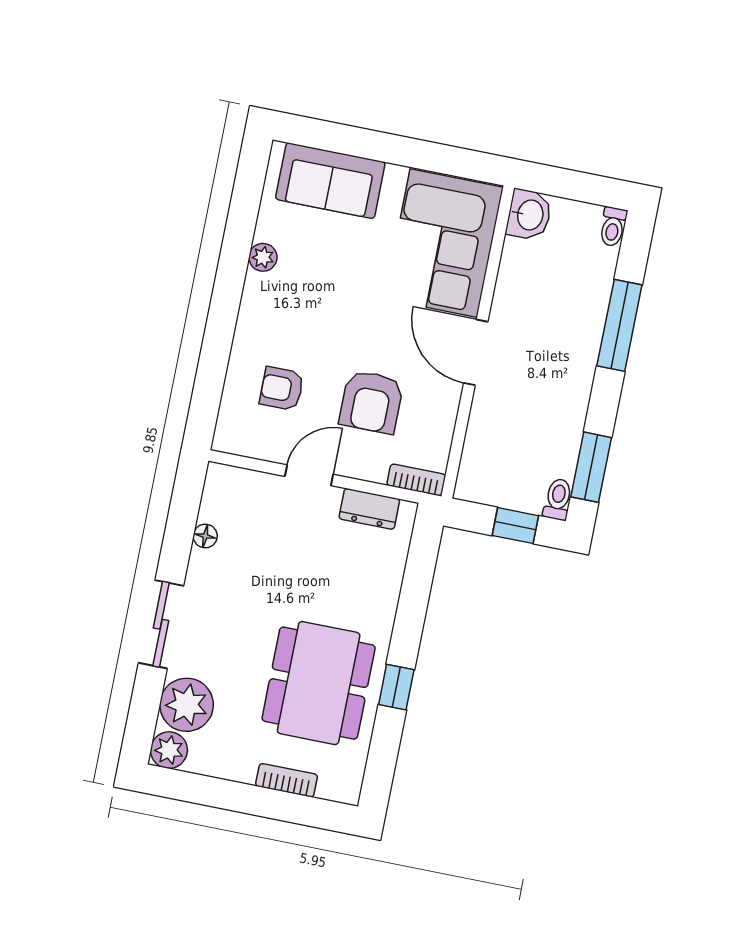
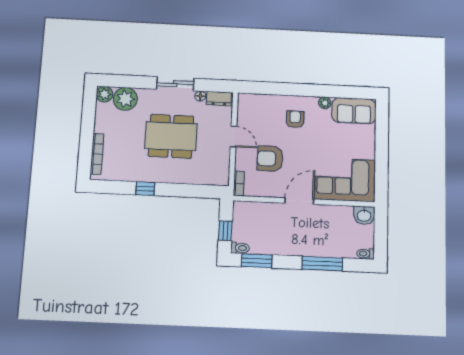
sofa: (330, 181) -> (354, 111), moved, turned -90
armchair: (282, 389) -> (295, 119), moved
dresser: (369, 509) -> (219, 99), moved, turned -90
sliding door: (161, 624) -> (175, 84), moved
dining table: (319, 683) -> (171, 136), moved
bookcase: (287, 780) -> (97, 154), width x1.56

